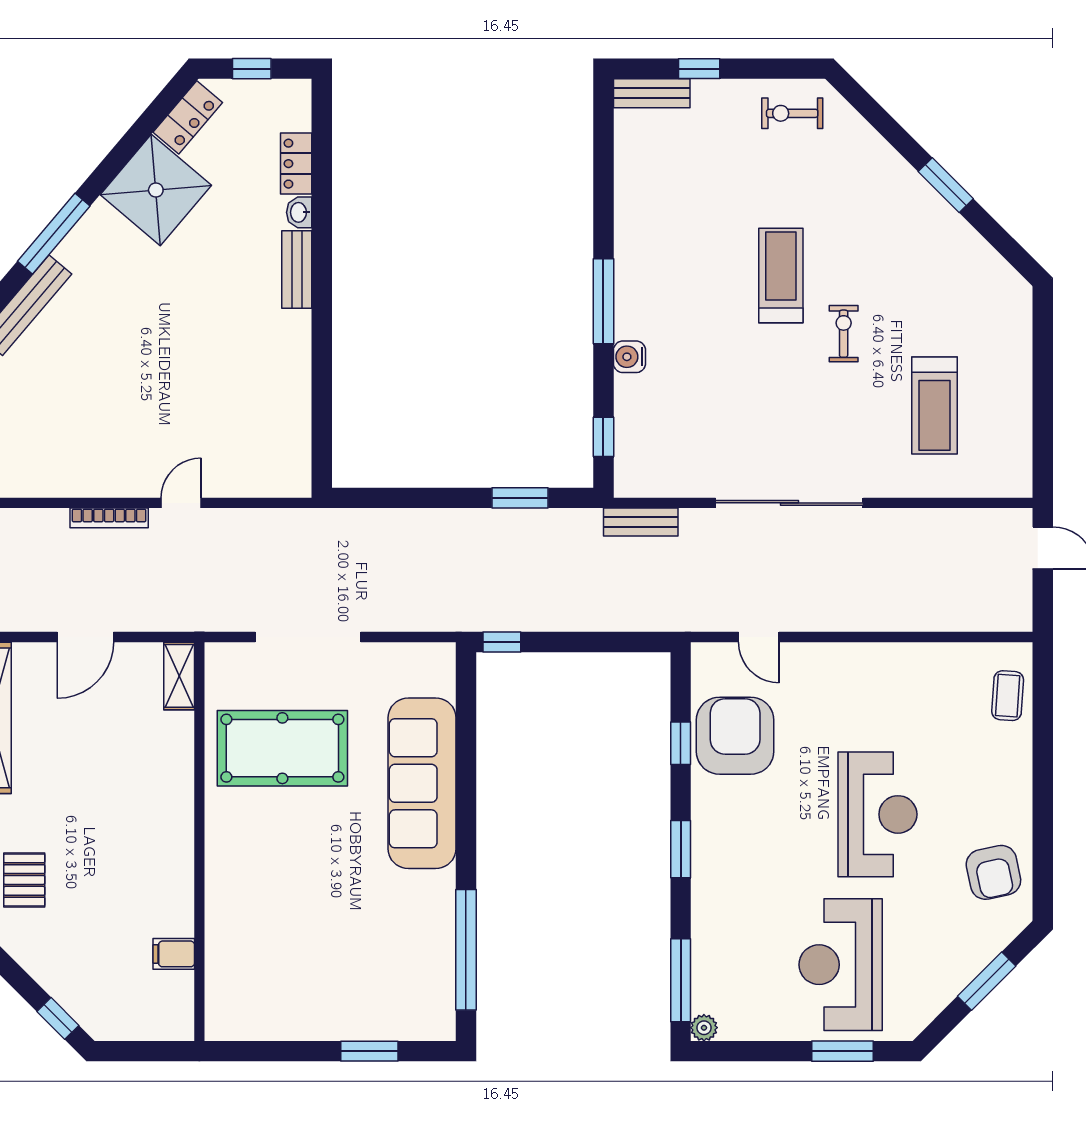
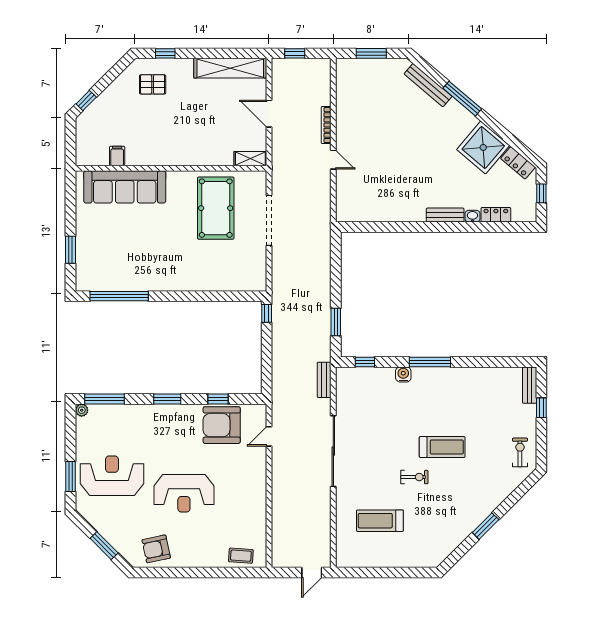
armchair: (735, 736) -> (222, 425), turned 180
sofa: (422, 783) -> (125, 187), moved, turned 180

